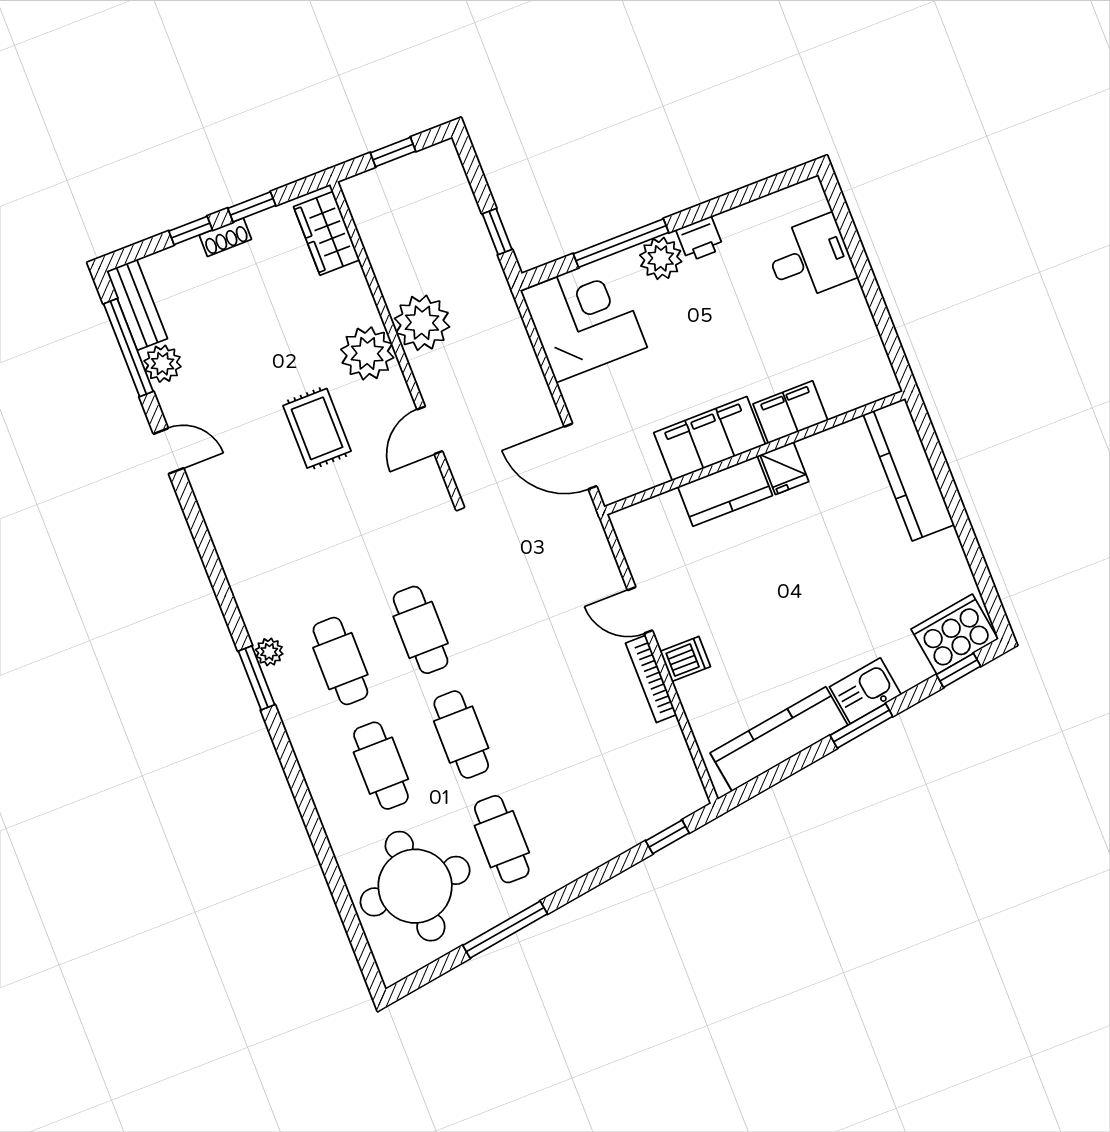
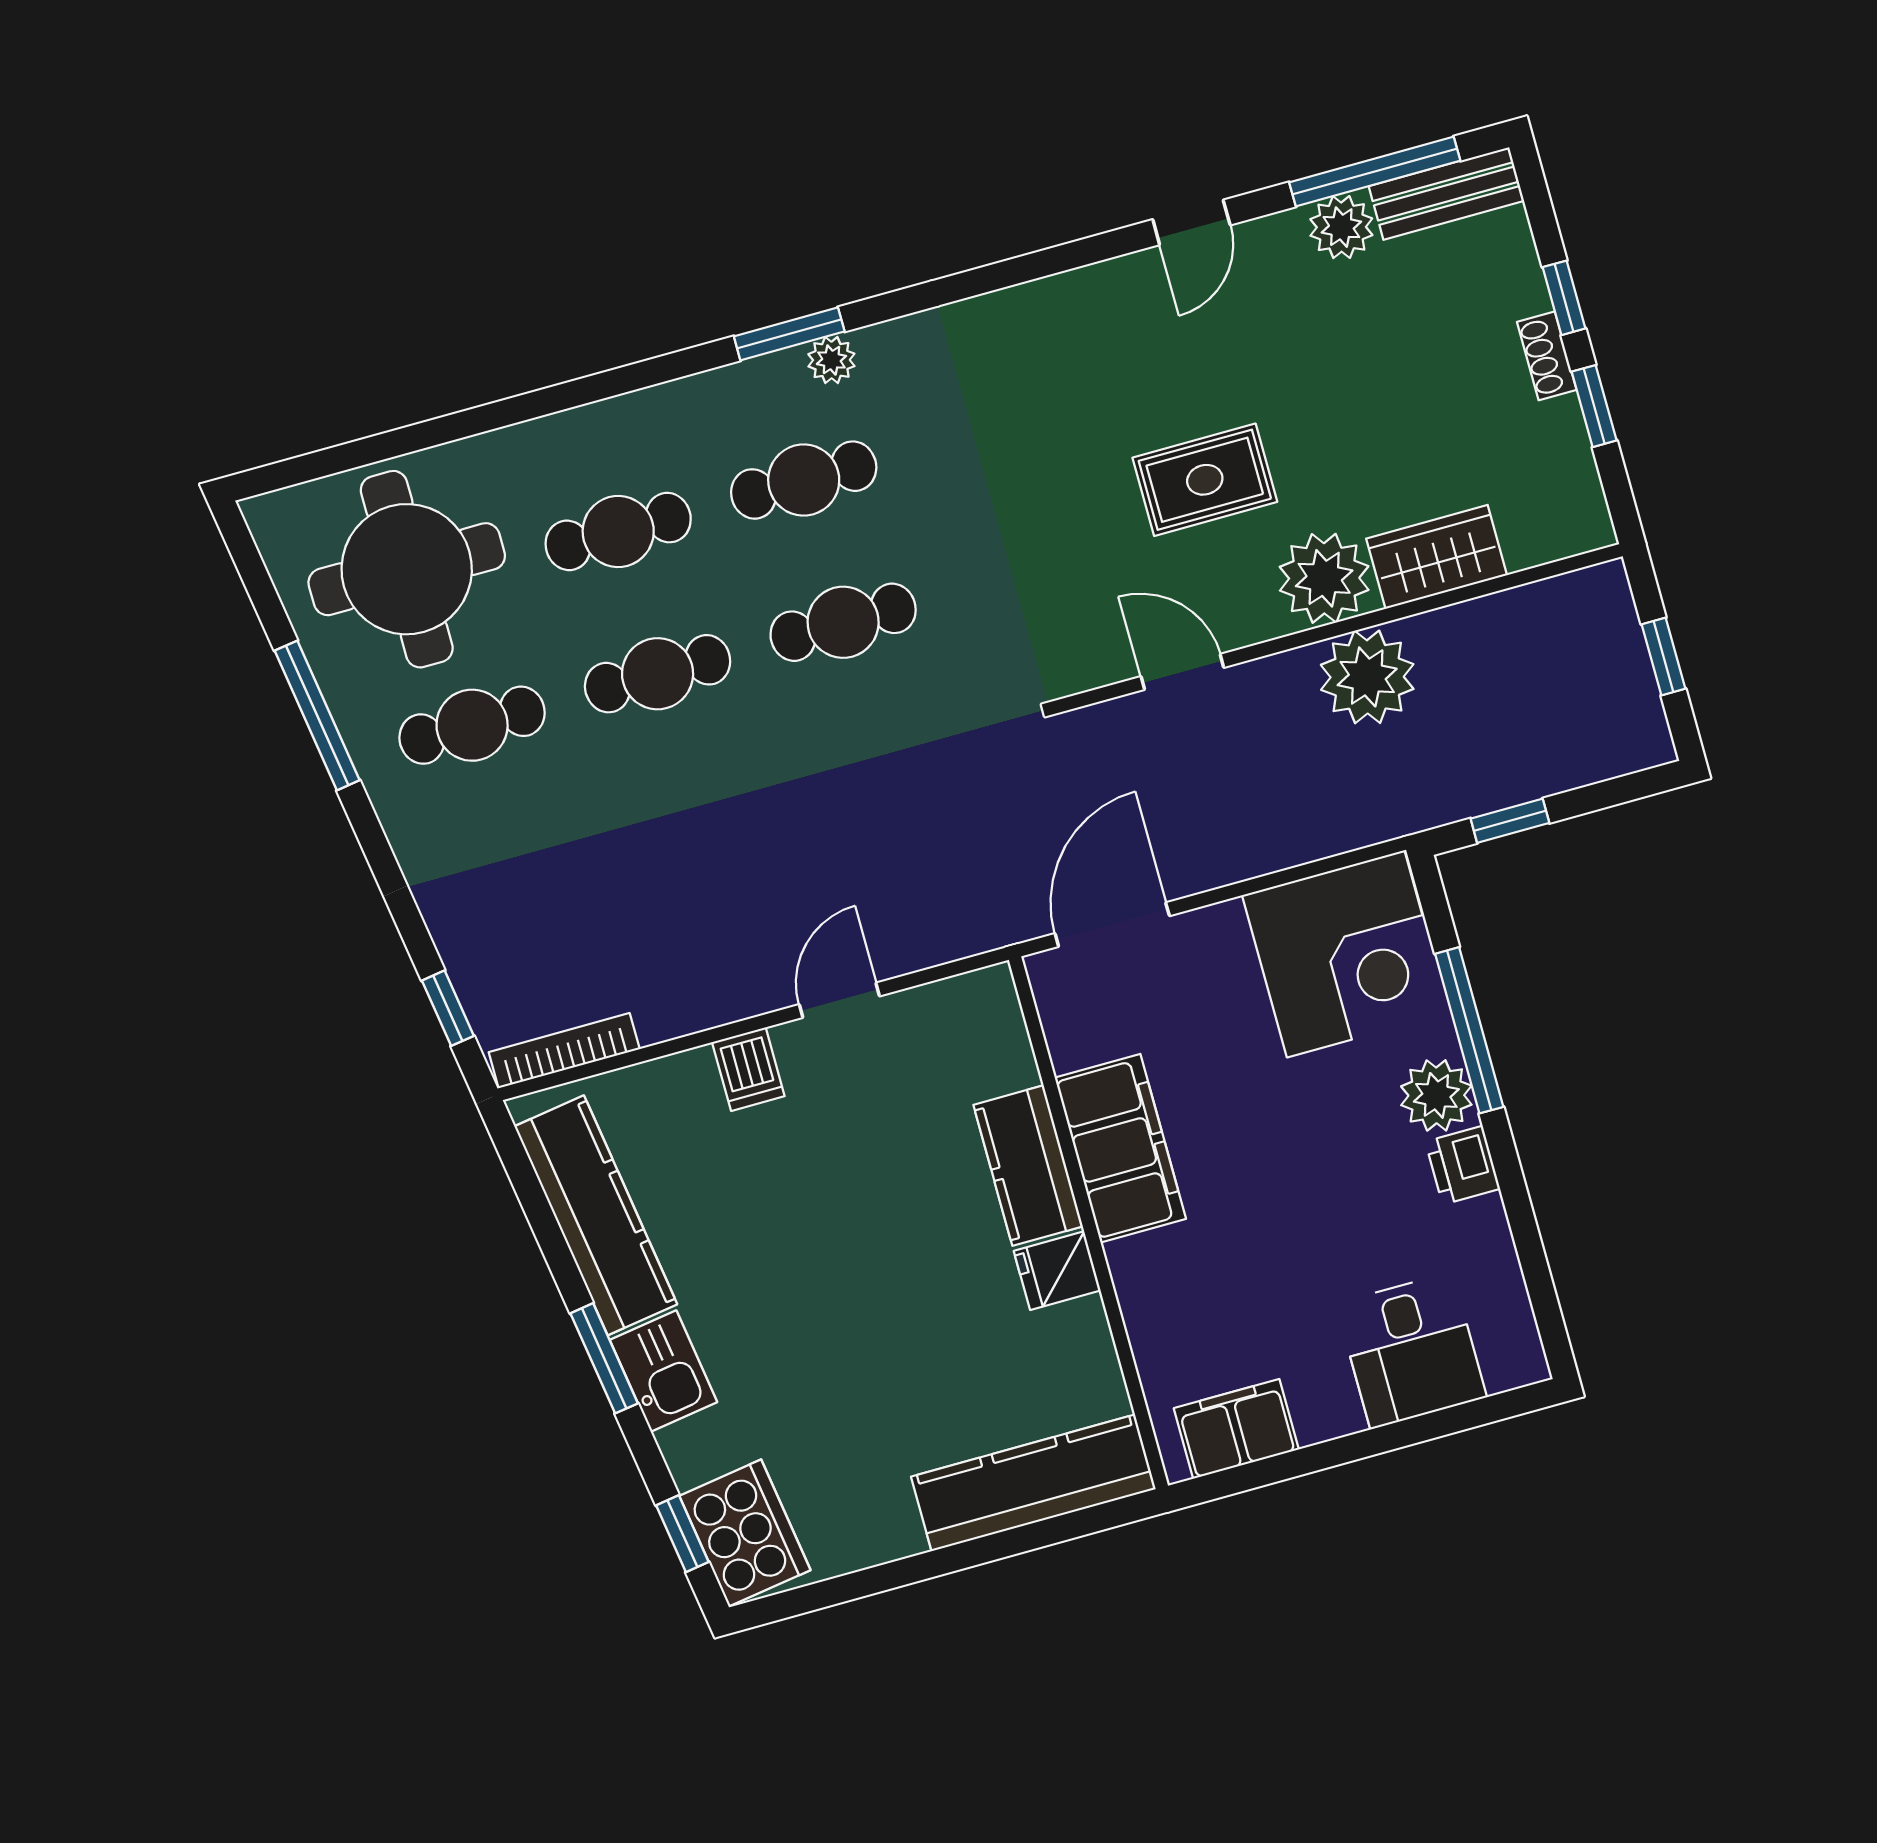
wardrobe: (327, 233) -> (1437, 557), moved
filing cabinet: (790, 412) -> (1236, 1429), moved, turned -90
bookcase: (651, 679) -> (564, 1051), moved

